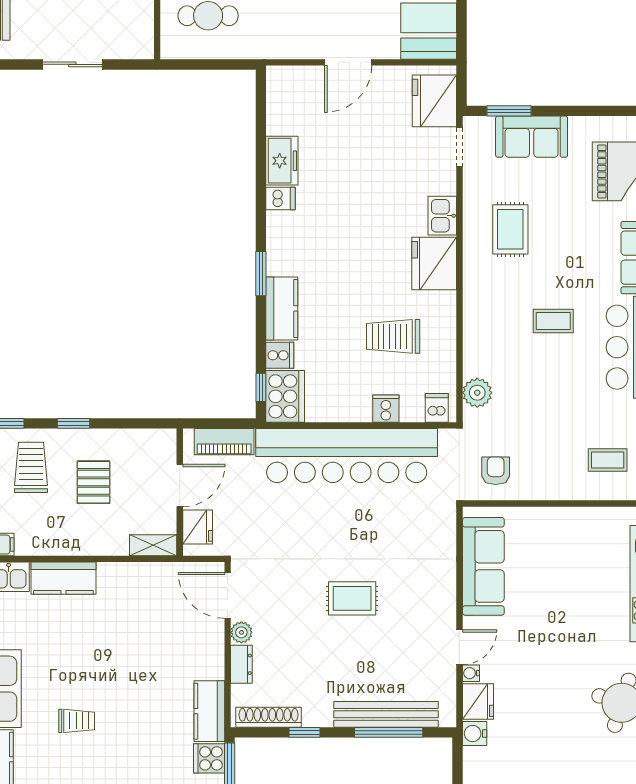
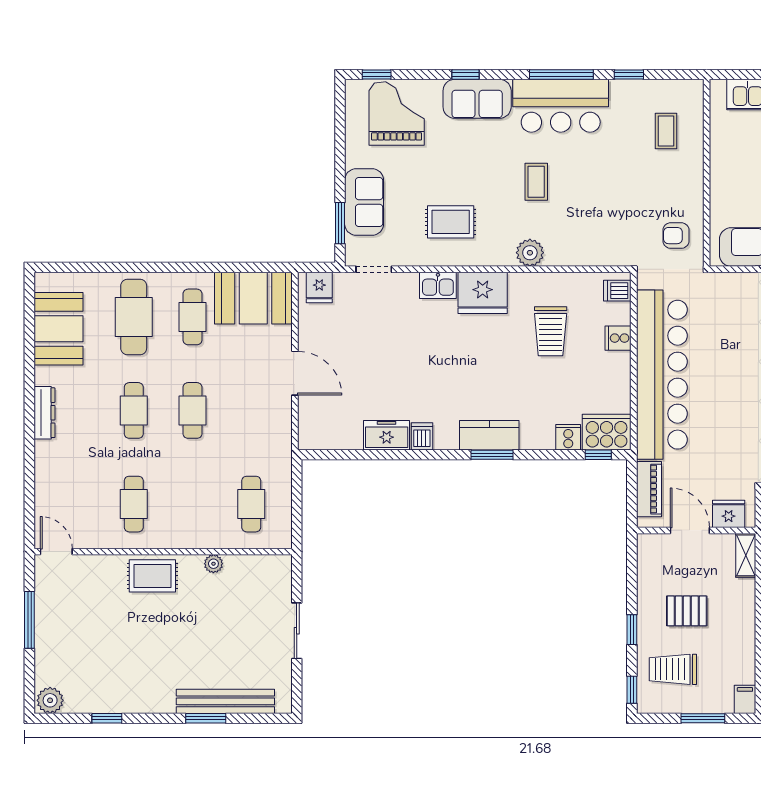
fridge: (434, 101) -> (319, 288), width x0.53, depth x0.75
kitchen counter: (282, 308) -> (489, 435), moved
plant: (477, 393) -> (530, 253), moved

